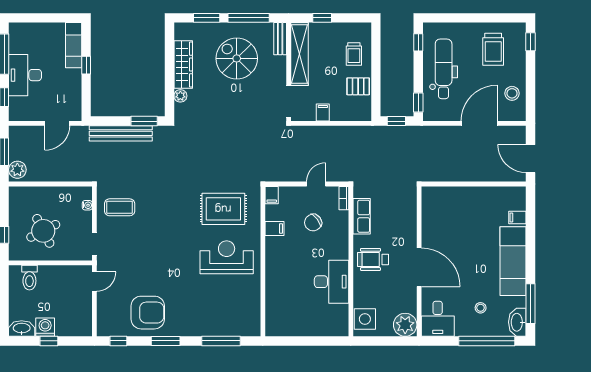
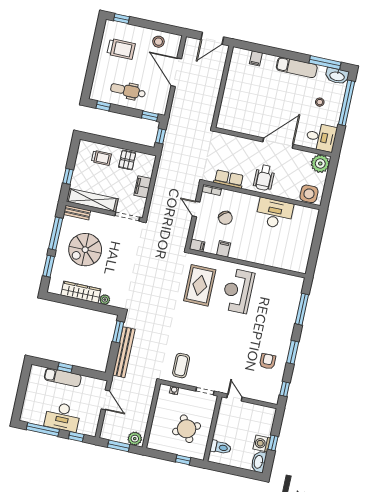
exam couch: (74, 45) -> (63, 377), moved
dental chair: (444, 69) -> (128, 91), width x0.73, depth x0.72
filing cabinet: (323, 113) -> (143, 187), width x2.00
exam couch: (513, 261) -> (297, 67), width x0.73, depth x0.69
armchair: (148, 313) -> (268, 361), width x0.53, depth x0.53

